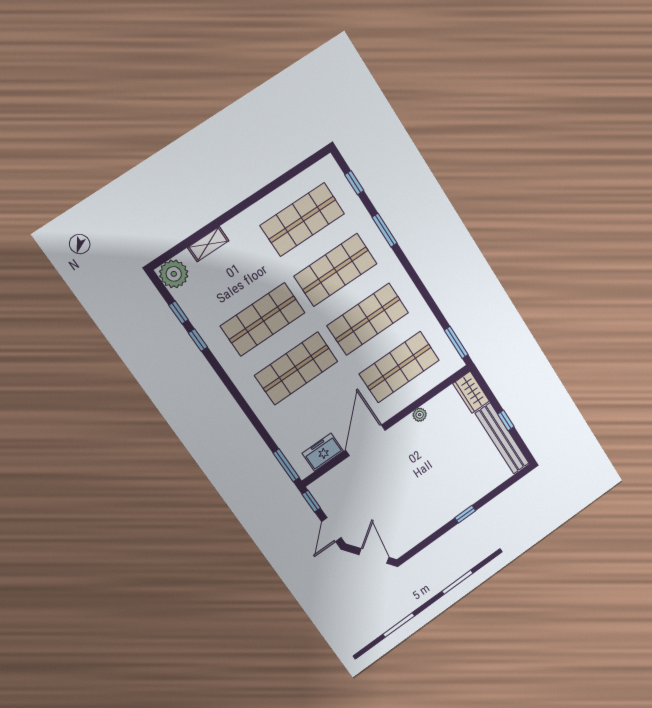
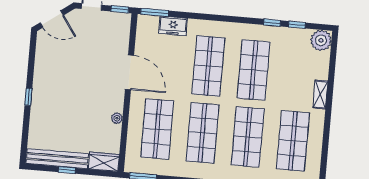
shelving: (208, 244) -> (320, 95), moved
freezer: (323, 452) -> (173, 26), moved, turned 90

